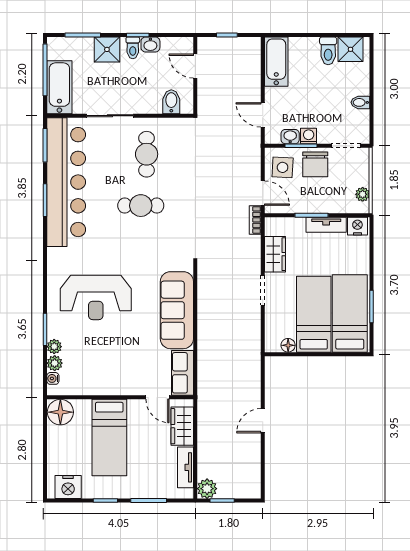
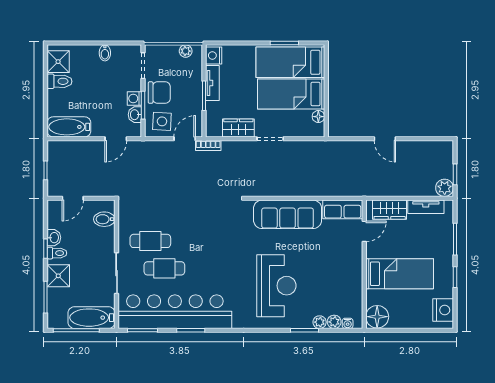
cafe table: (141, 206) -> (164, 268), moved, turned 90

